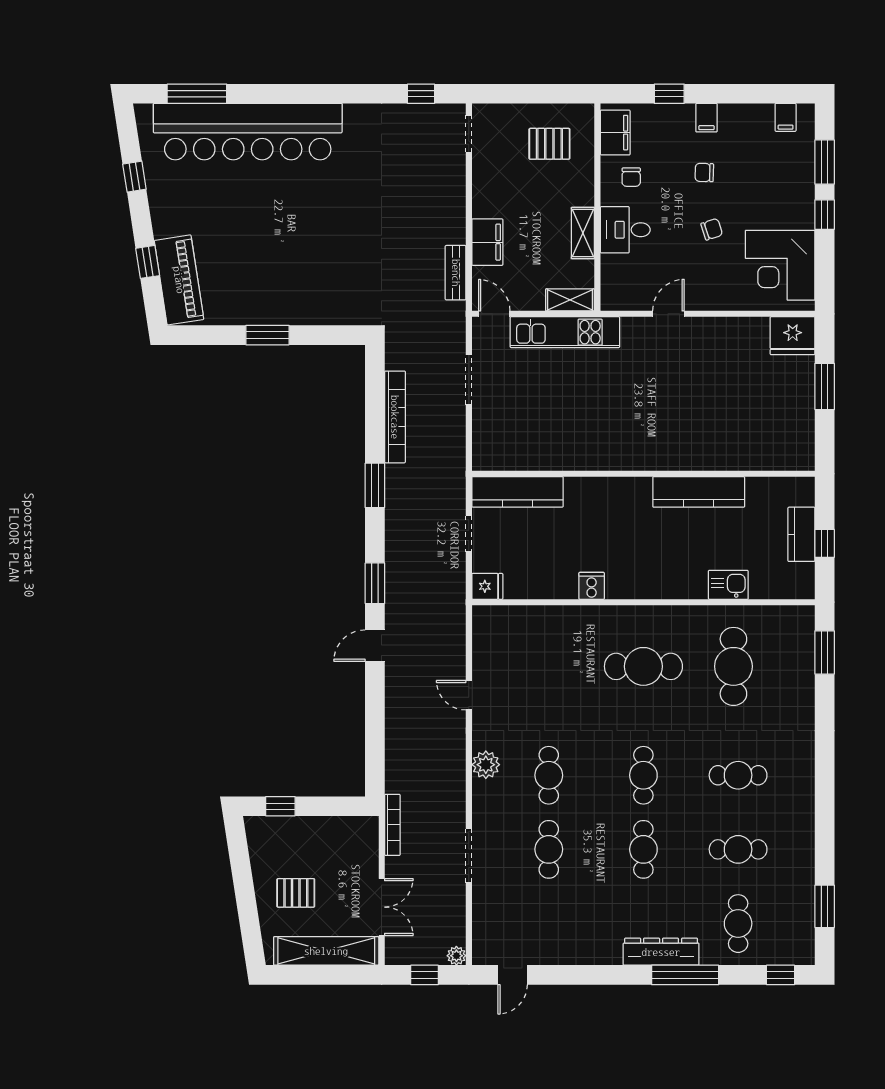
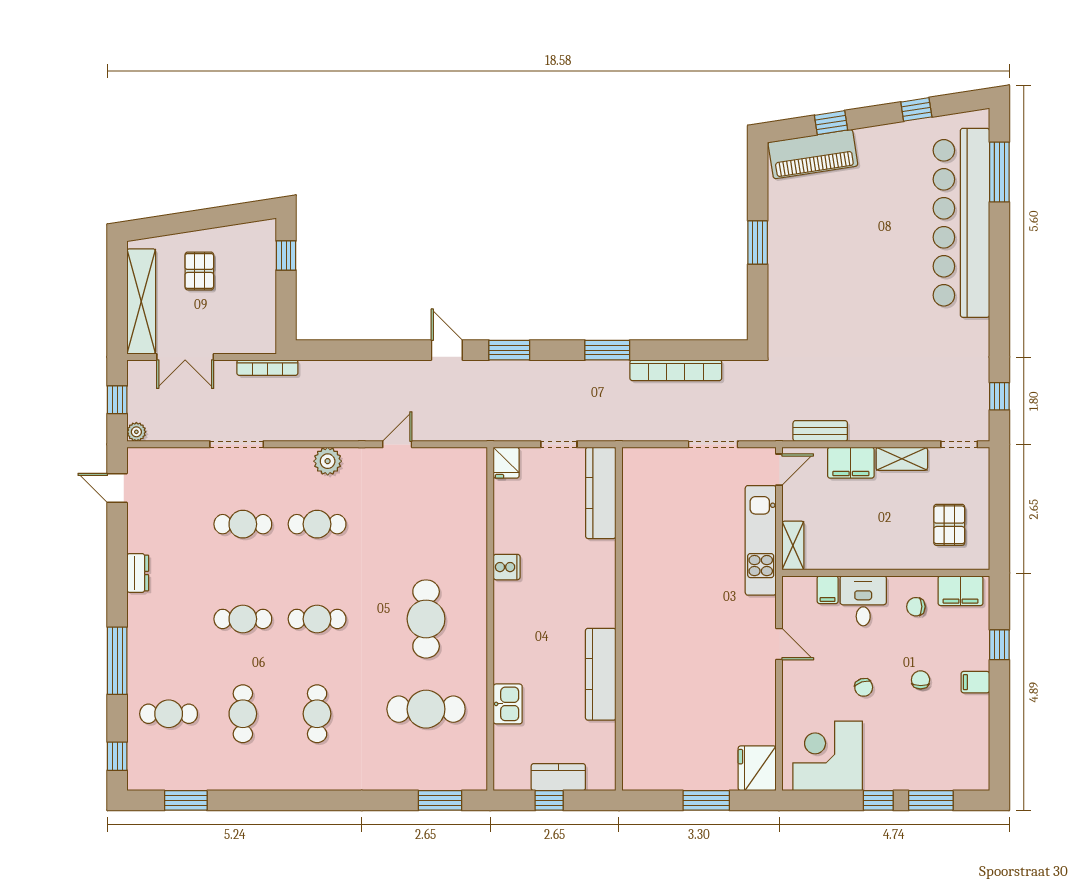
filing cabinet: (786, 117) -> (828, 590), moved, turned -90
shelving: (583, 233) -> (902, 459), moved
dresser: (661, 952) -> (138, 573), moved, width x0.51, depth x0.80

